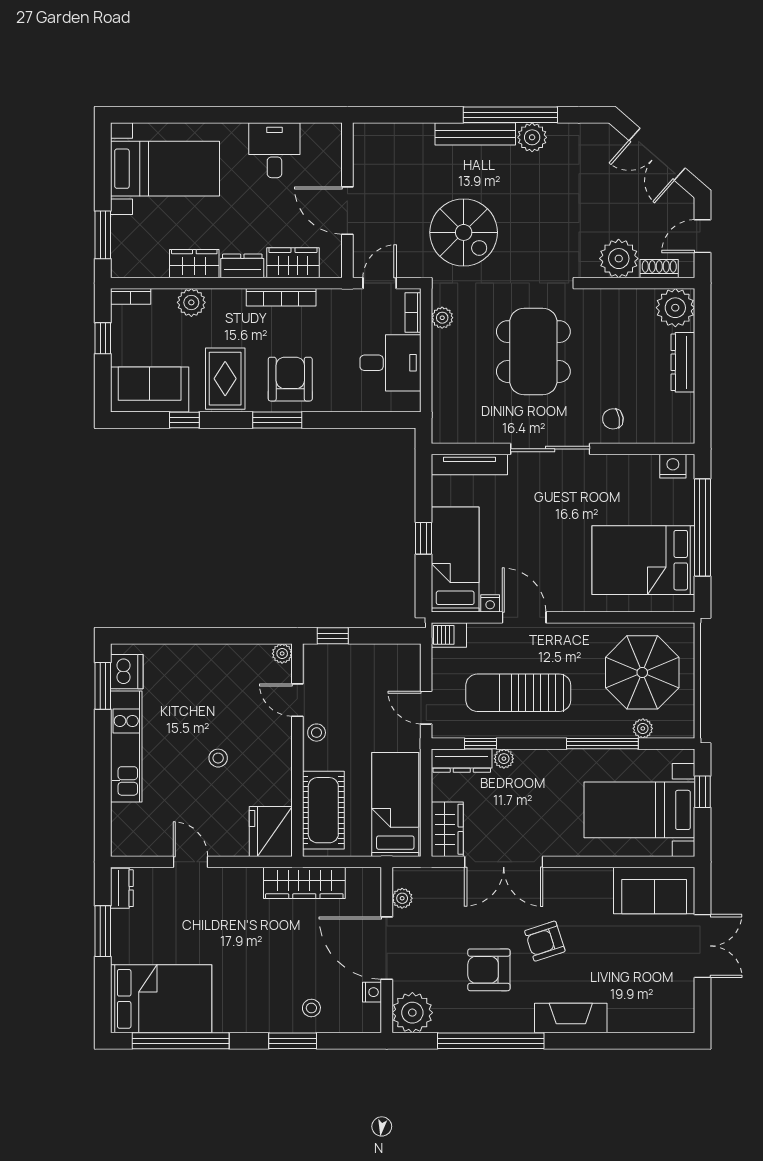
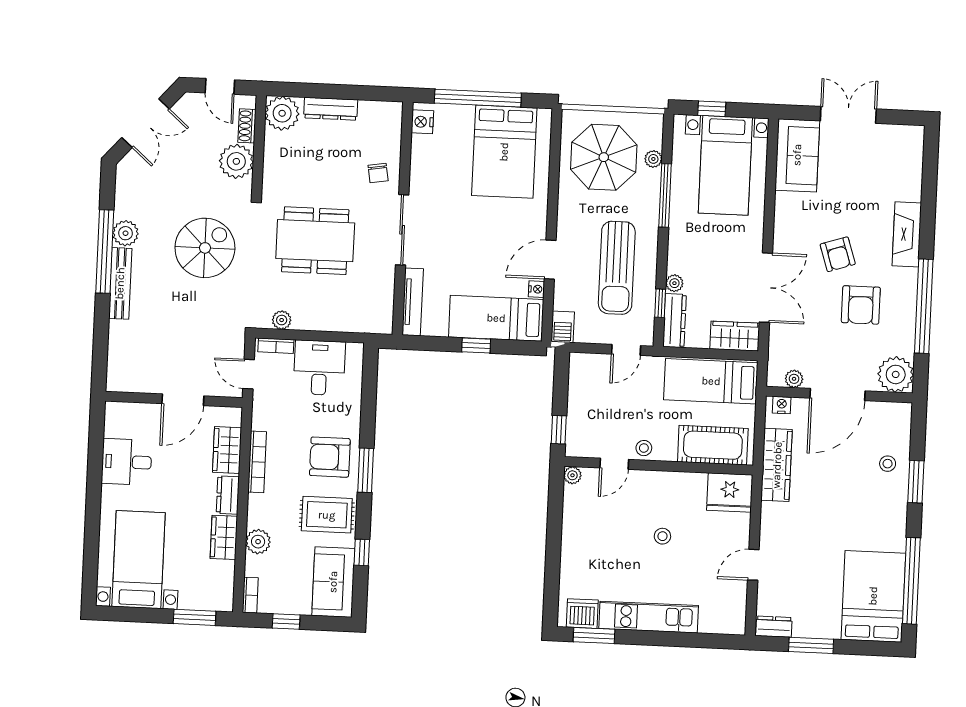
spiral stairs: (464, 232) -> (205, 248), moved
nightstand: (372, 992) -> (782, 405), moved

